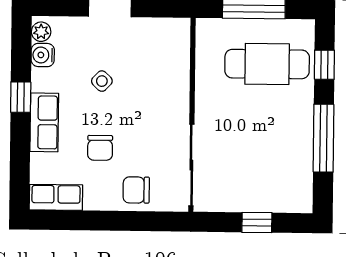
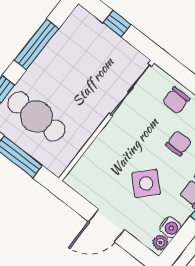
side table: (102, 81) -> (146, 184), width x1.87, depth x1.87
chair: (136, 190) -> (176, 100), turned 90

